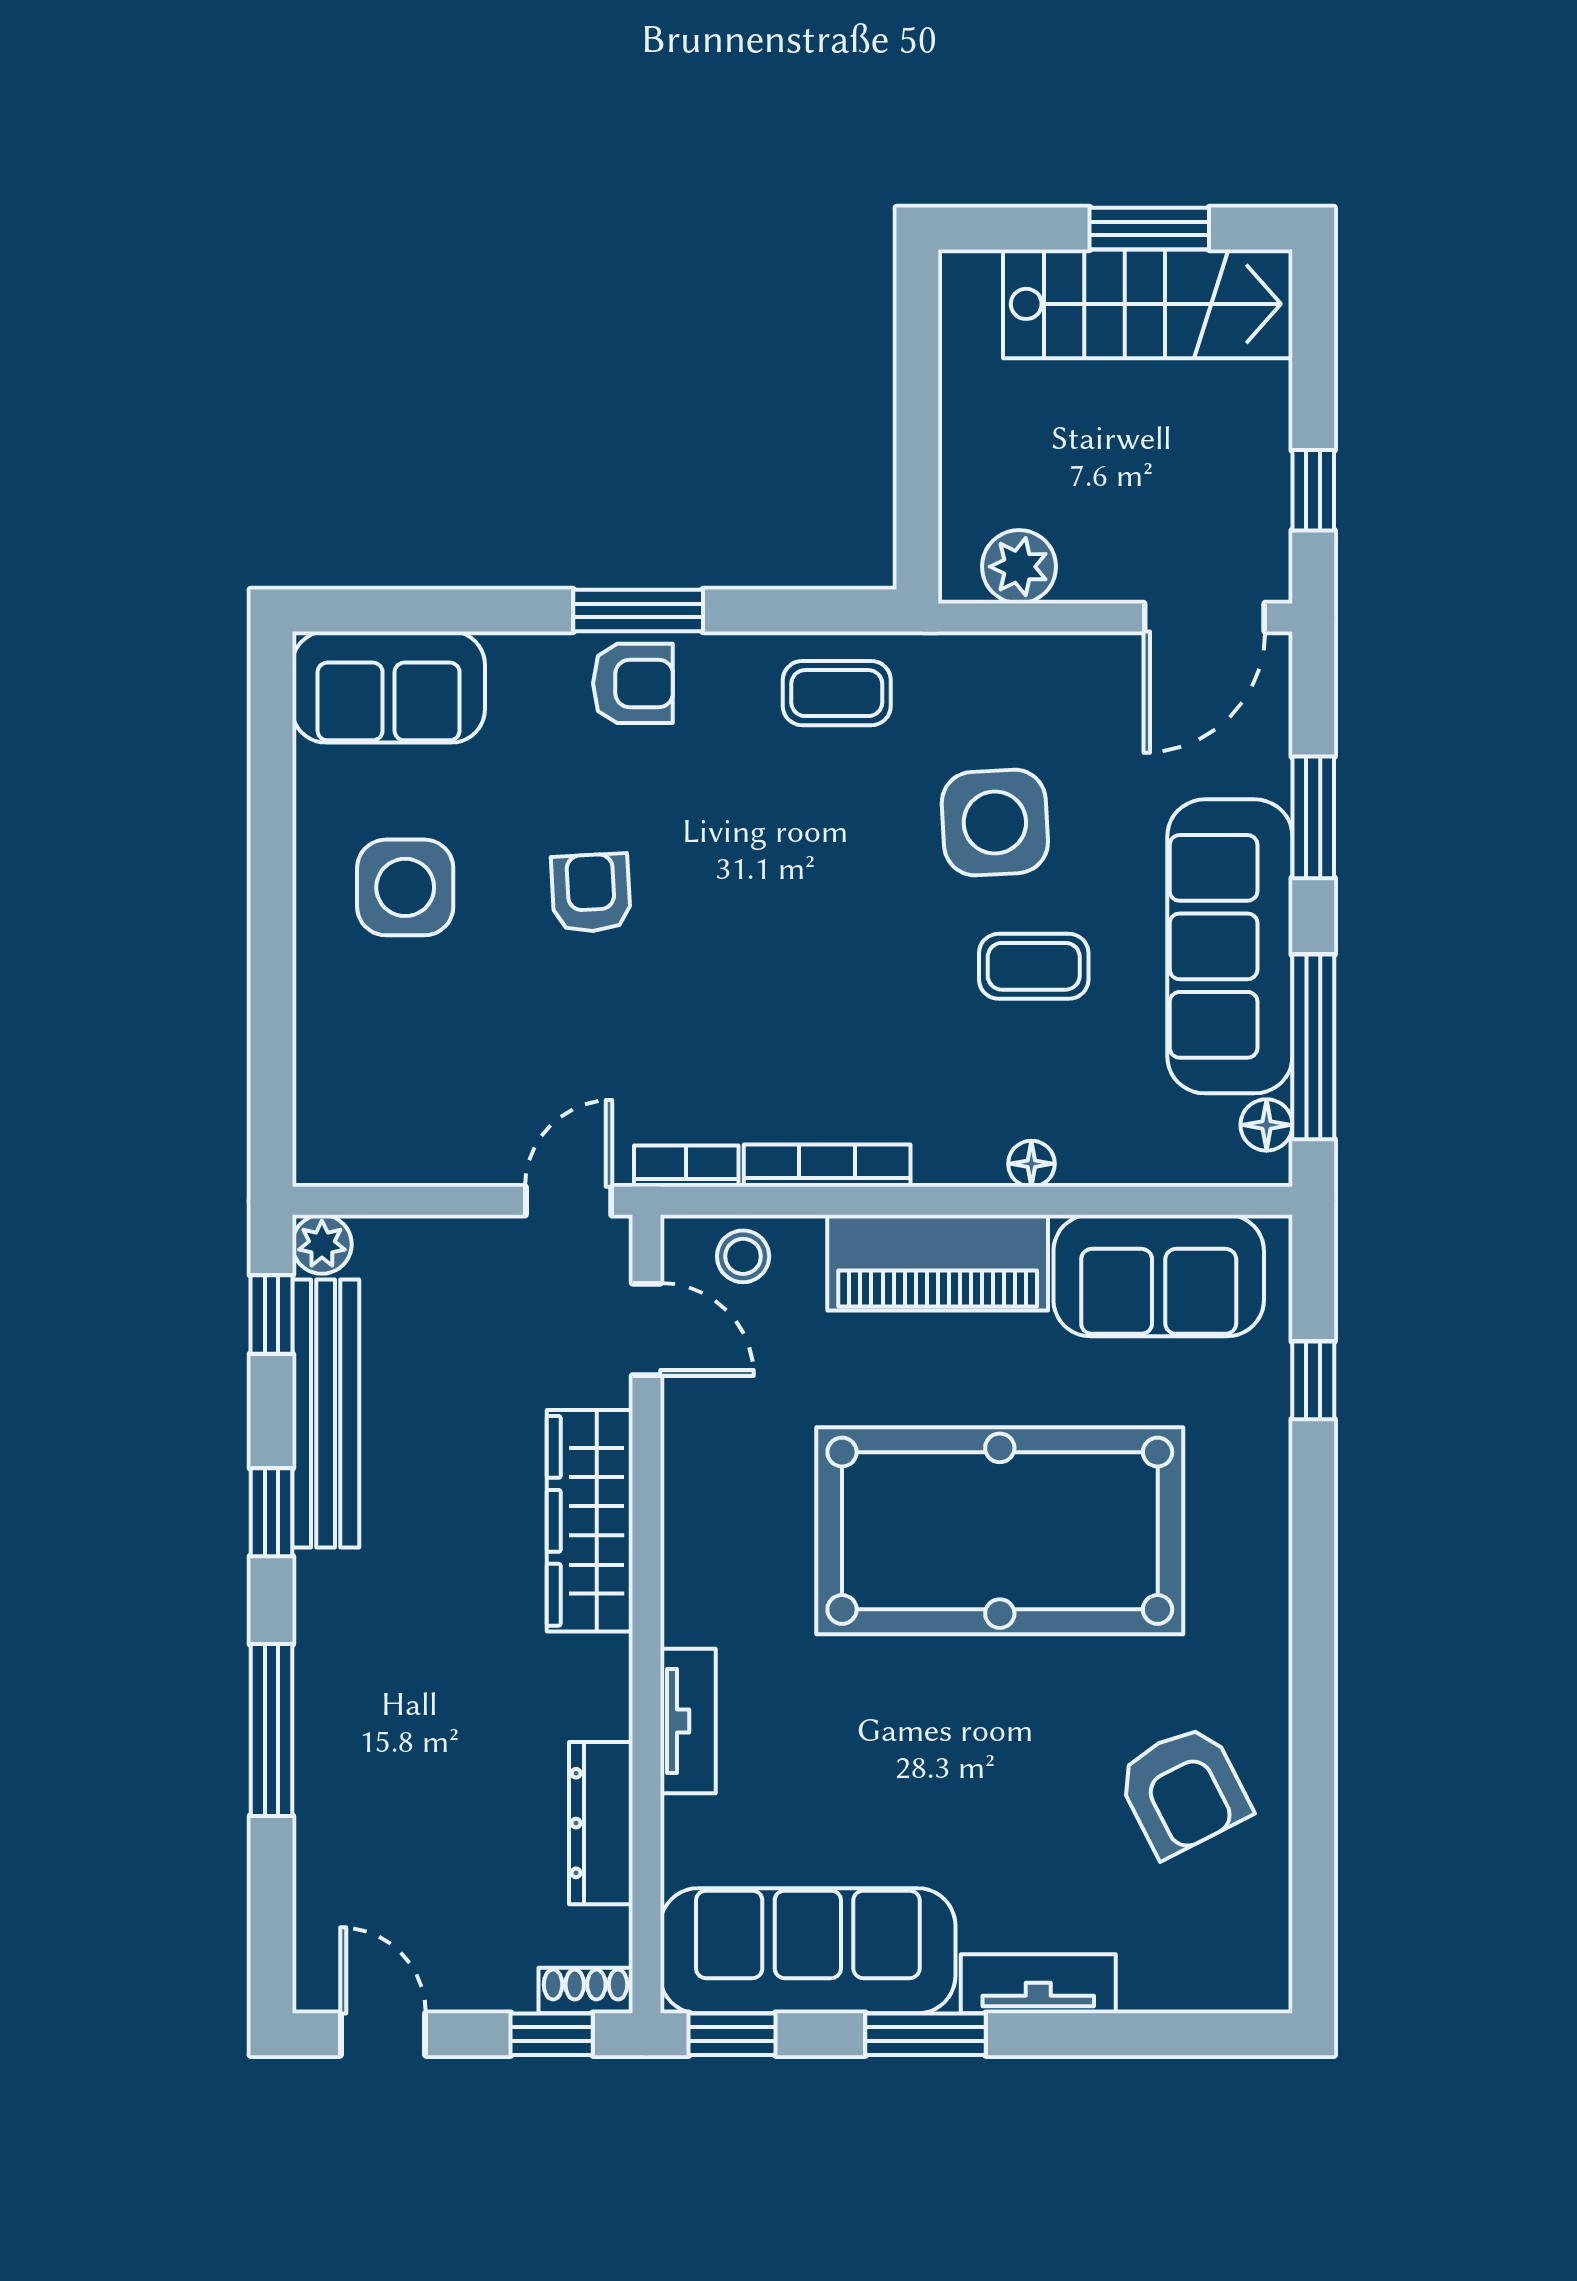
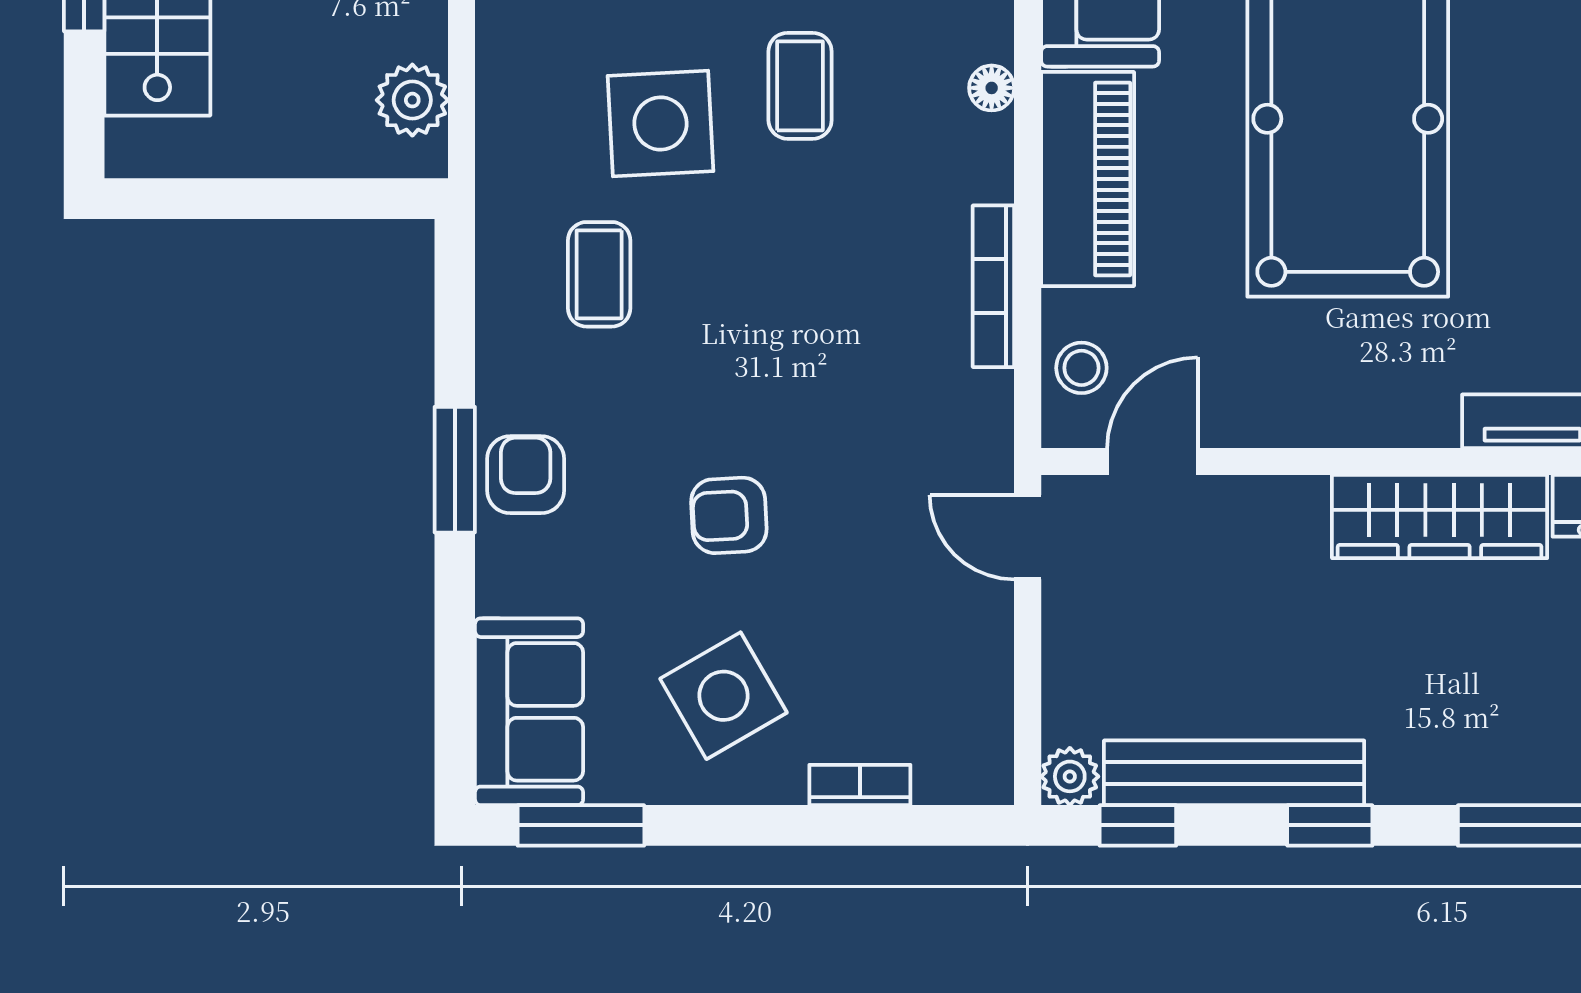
coffee table: (837, 693) -> (599, 274), moved
window: (271, 741) -> (581, 825), added
side table: (405, 887) -> (723, 696), turned -30
bookcase: (686, 1166) -> (860, 785), moved, turned 90
wardrobe: (590, 1521) -> (1440, 517), moved

